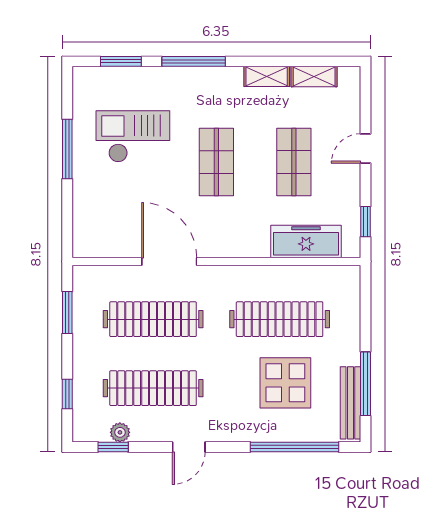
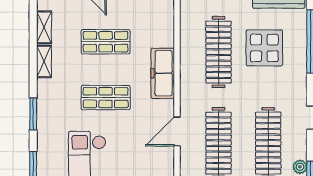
window: (194, 61) -> (33, 114), width x0.69
freezer: (306, 242) -> (163, 73), moved
door: (169, 261) -> (177, 131), width x0.73

